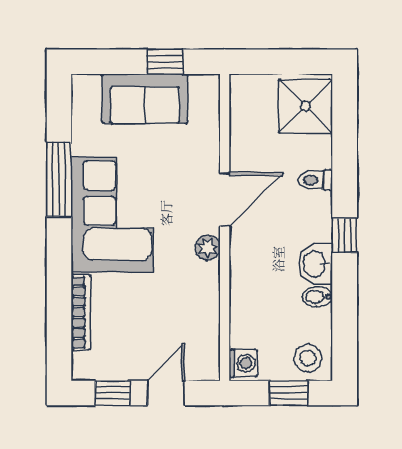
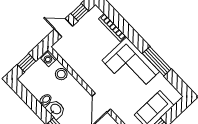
plant: (208, 248) -> (93, 83), removed
stool: (308, 358) -> (61, 74), moved
door: (166, 393) -> (63, 28), swing flipped

